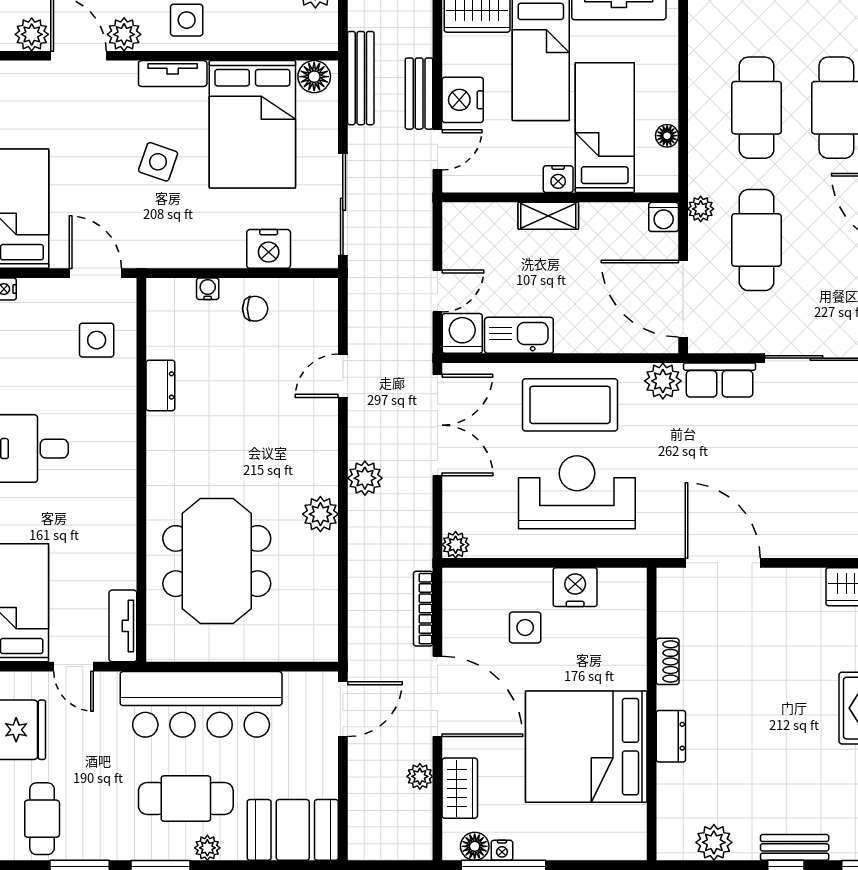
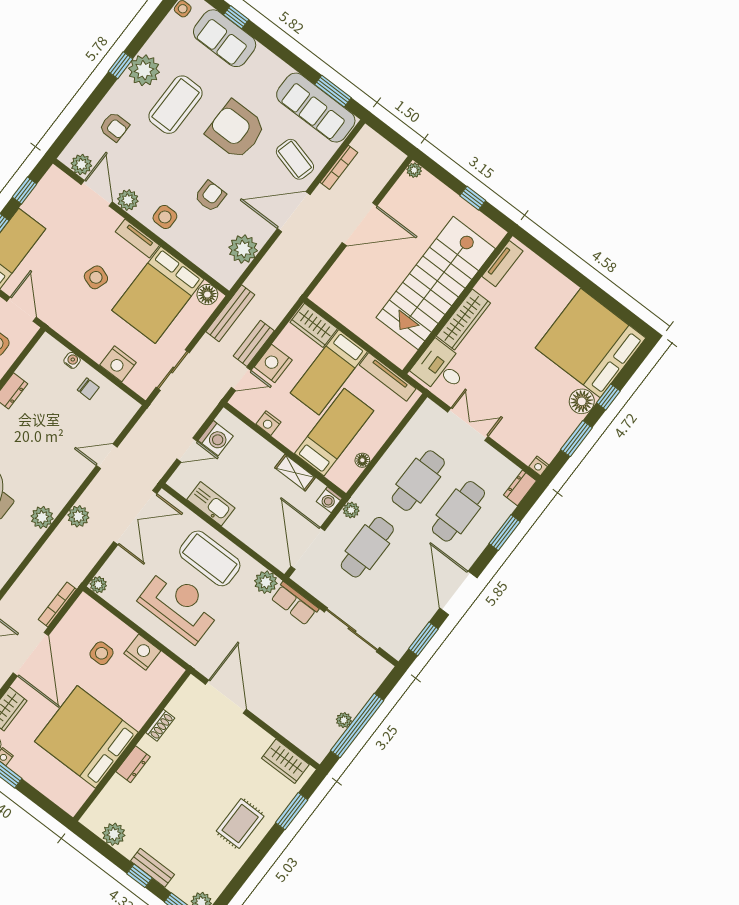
nightstand: (558, 179) -> (268, 423), moved
sliding door: (343, 204) -> (173, 370), width x0.73
shelving: (548, 216) -> (295, 473), moved
washing machine: (462, 333) -> (216, 438), moved, turned 90

